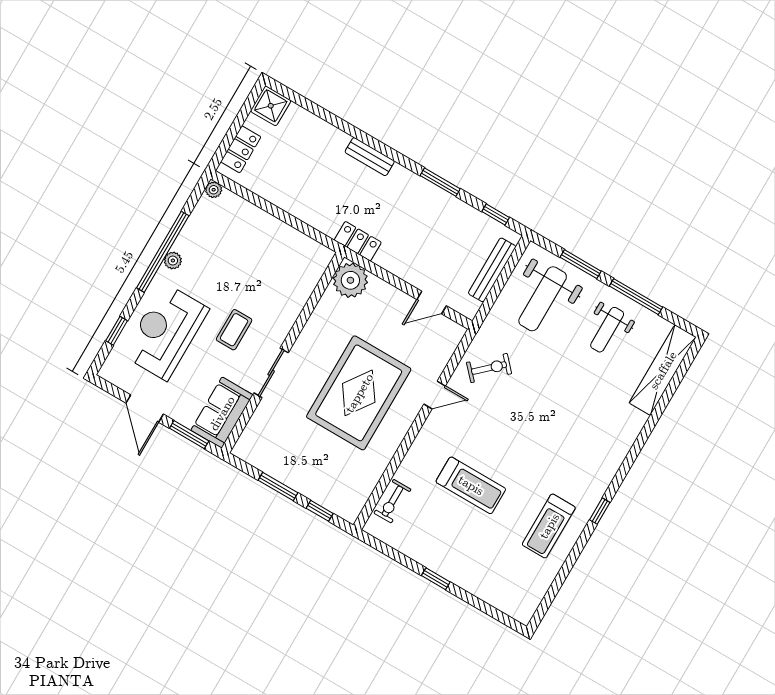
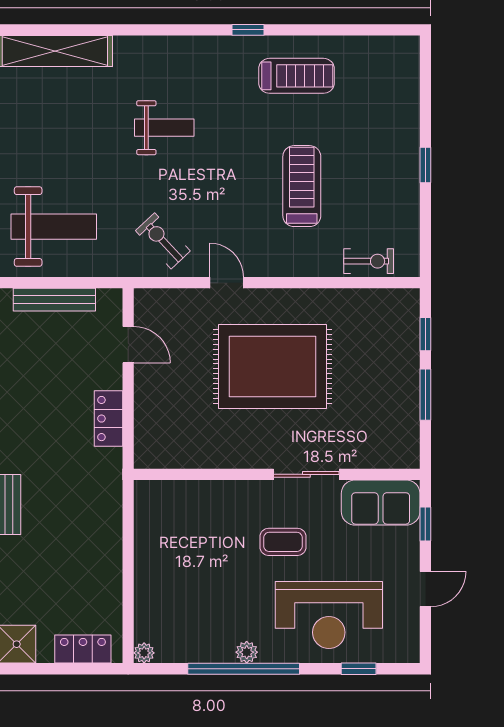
locker: (358, 241) -> (109, 419), moved
plant: (350, 280) -> (156, 447), removed
weight bench: (607, 330) -> (164, 128), moved
door: (145, 409) -> (425, 589), width x0.73
window: (189, 435) -> (425, 524), width x0.67

